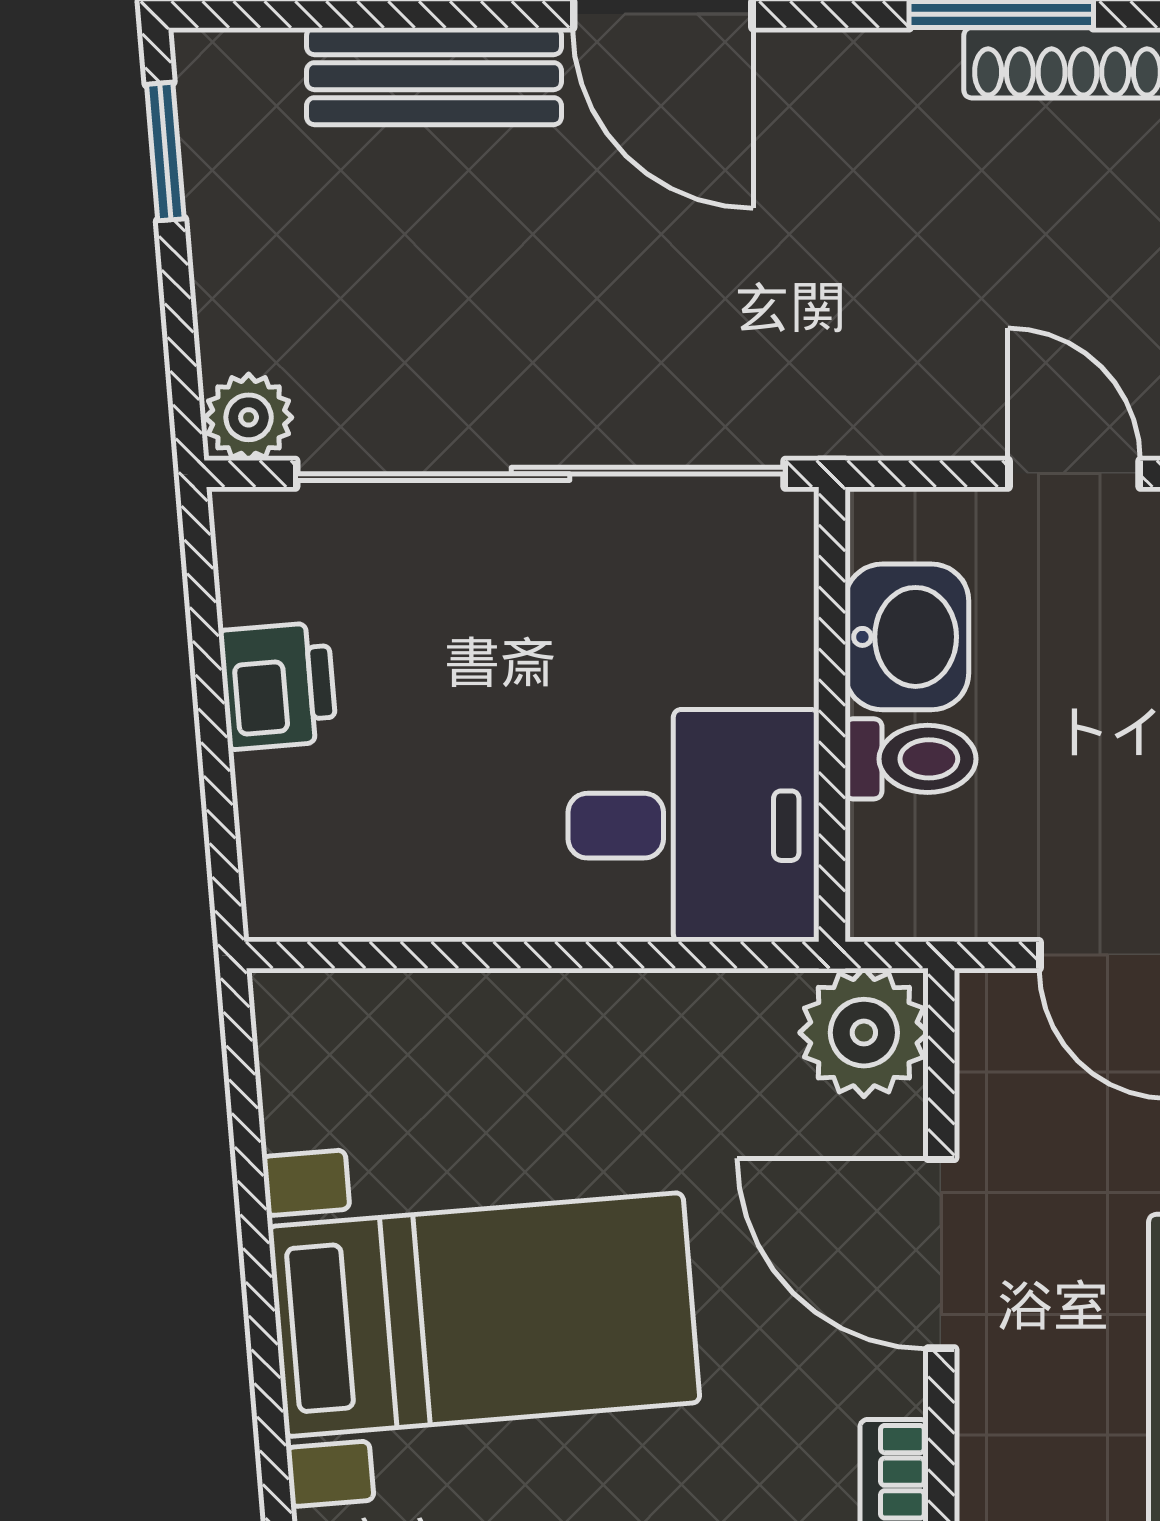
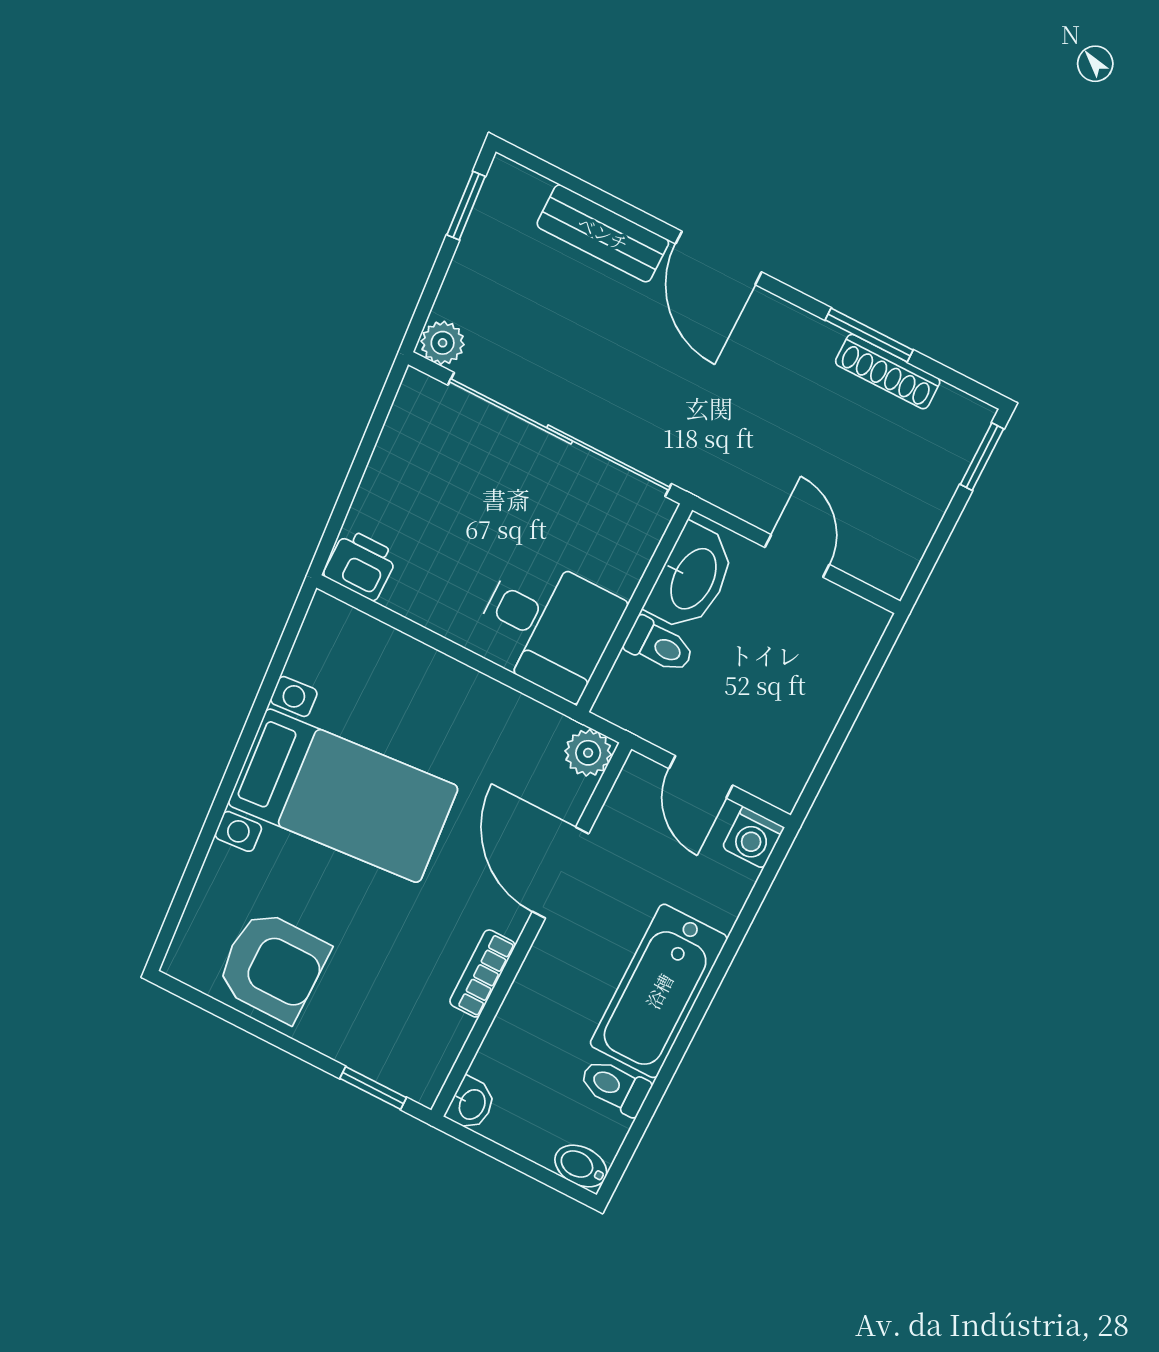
washbasin: (907, 637) -> (692, 578), width x1.38
printer: (278, 686) -> (361, 565), moved, turned -85
plant: (864, 1033) -> (588, 753), width x0.73, depth x0.73

